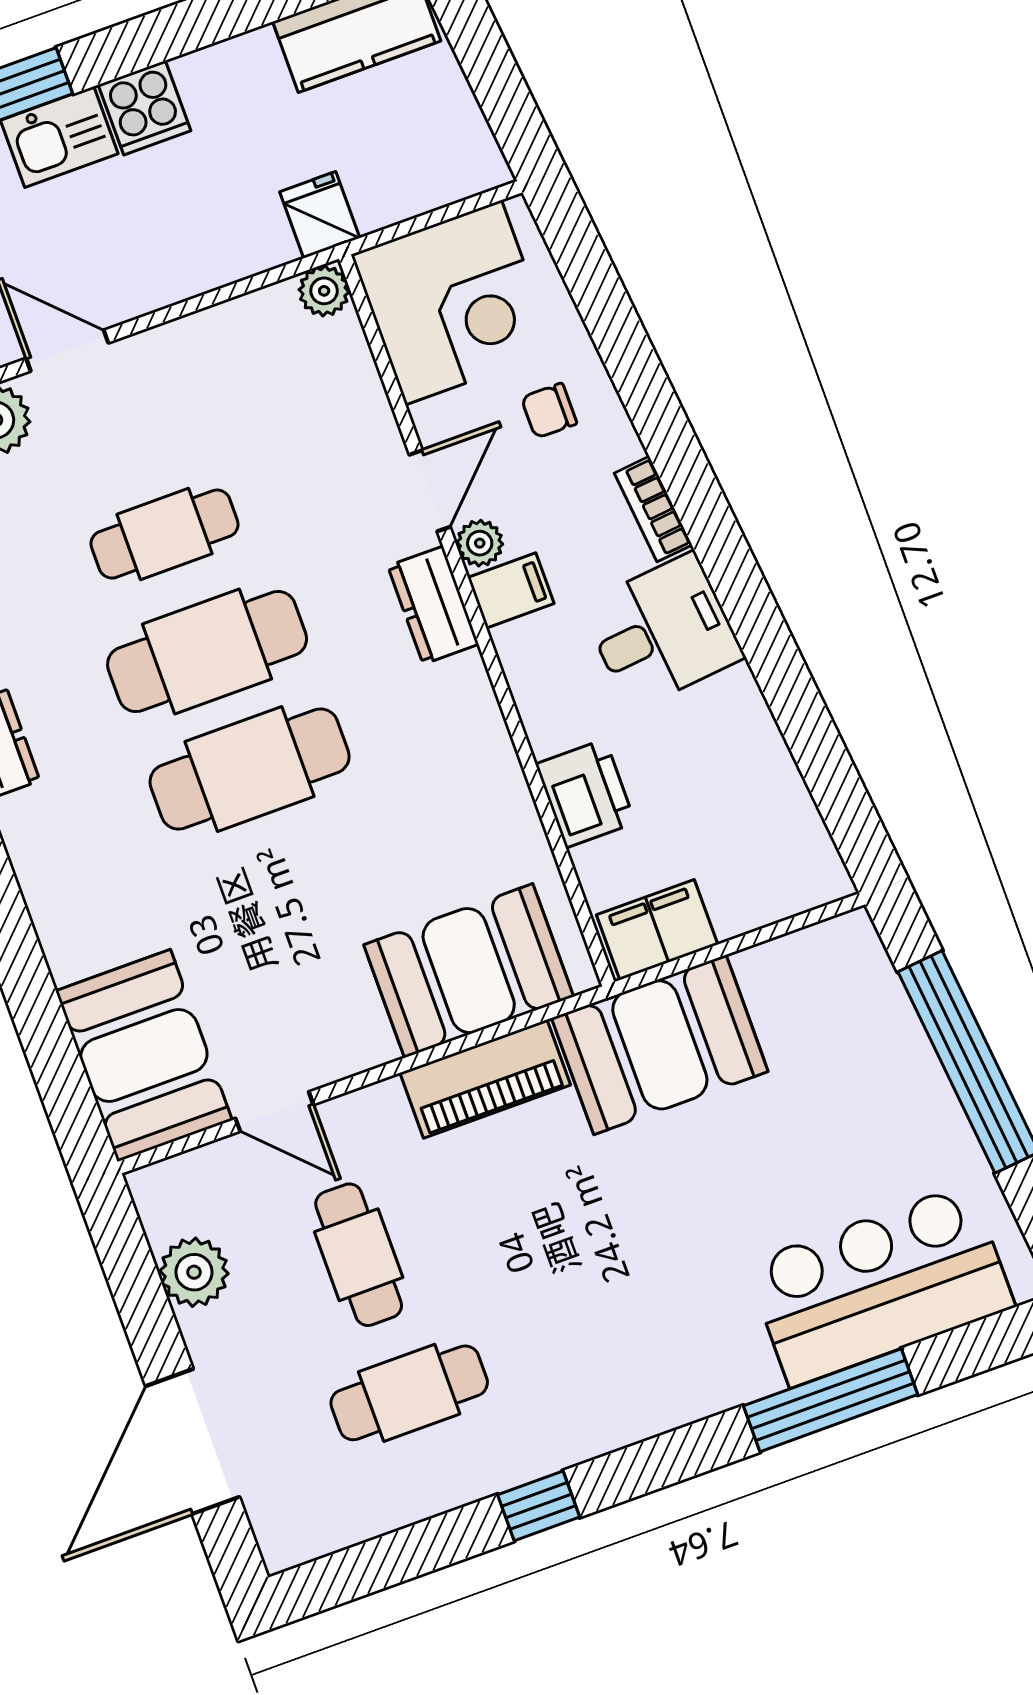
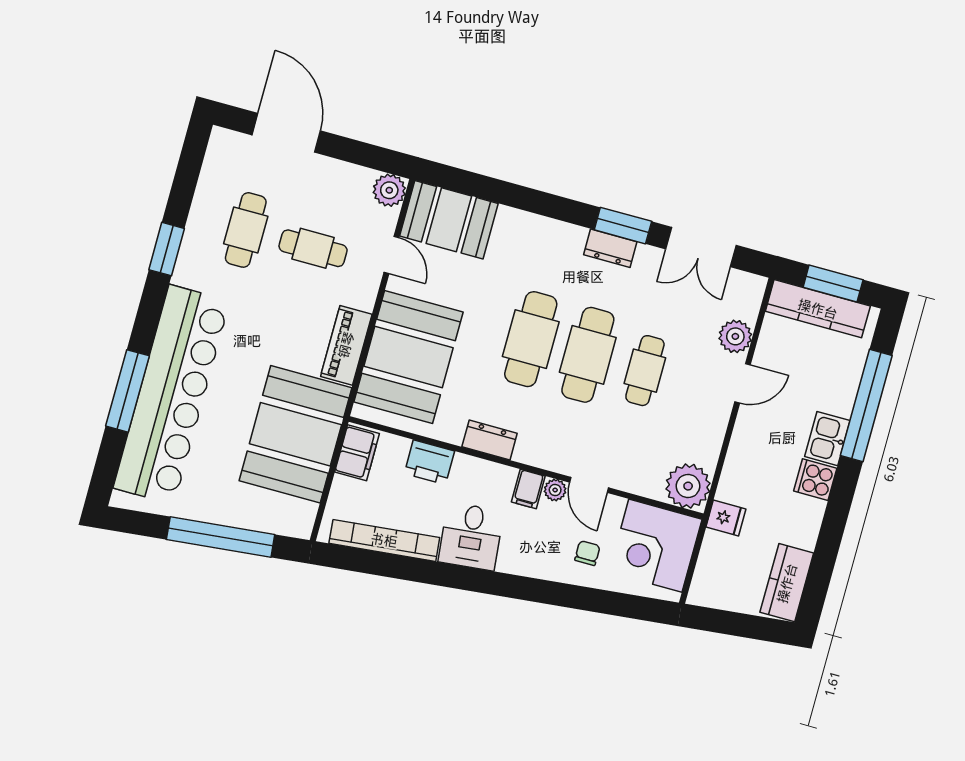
plant: (324, 291) -> (688, 486), width x1.88, depth x1.88
bookcase: (653, 509) -> (384, 540), moved, width x2.31, depth x1.31
dresser: (433, 605) -> (490, 440), moved
booth: (469, 971) -> (409, 357), width x1.36, depth x1.42
booth: (660, 1045) -> (295, 434), width x1.36, depth x1.42
door: (274, 1112) -> (391, 255), swing flipped
plant: (194, 1272) -> (389, 190), moved
bar counter: (880, 1285) -> (171, 395), width x1.86
window: (539, 1506) -> (167, 249), width x1.50

